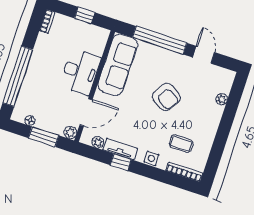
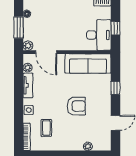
window: (160, 40) -> (115, 88), width x0.32
desk: (80, 72) -> (99, 35), moved, turned -90
armchair: (166, 97) -> (76, 106), turned -122
window: (121, 162) -> (19, 89), removed

